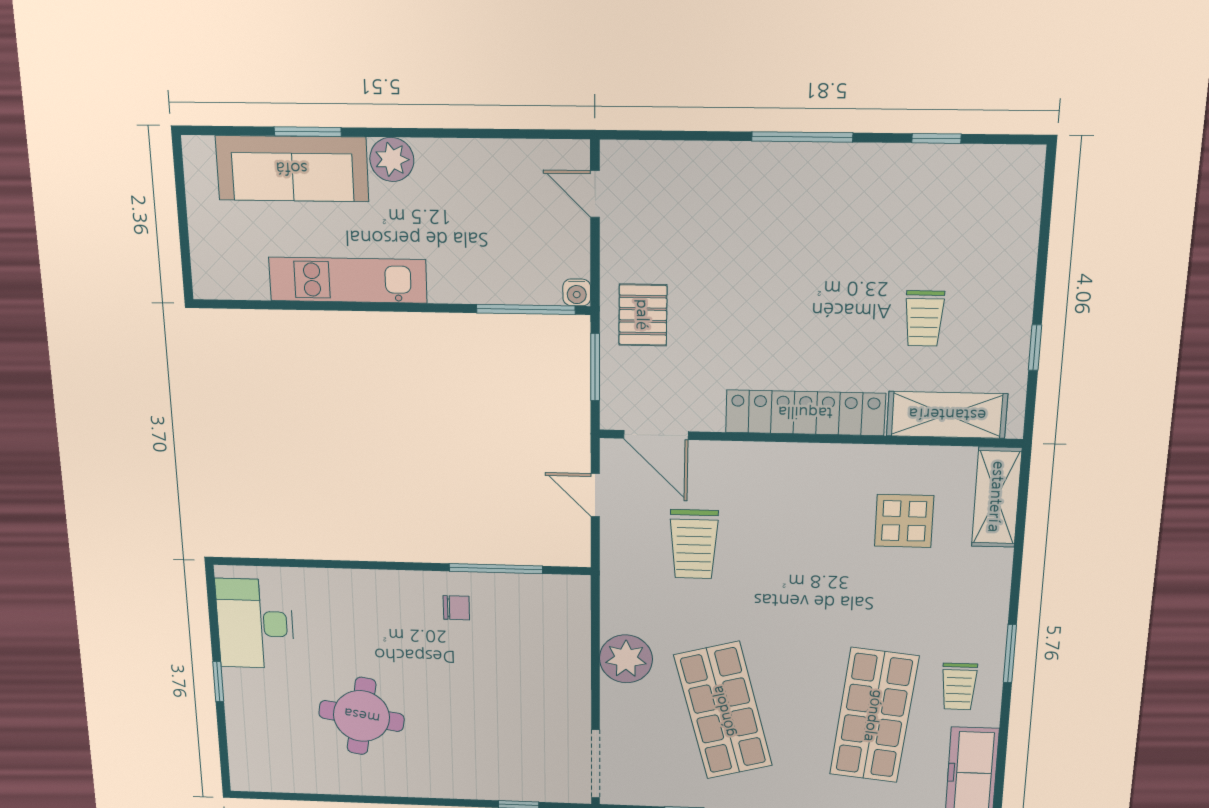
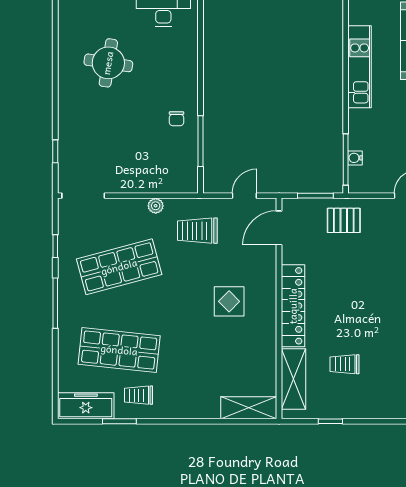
water cooler: (577, 292) -> (355, 158), moved
display table: (904, 521) -> (229, 301), moved
trolley: (694, 544) -> (197, 231), moved
window: (1010, 654) -> (119, 421), moved
plant: (626, 659) -> (156, 206), width x0.53, depth x0.53

